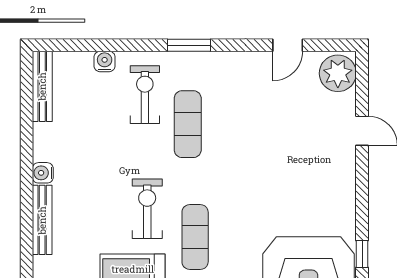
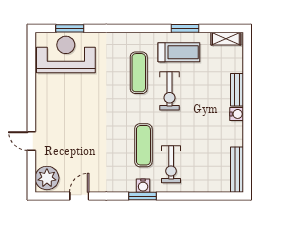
water cooler: (105, 61) -> (143, 186), moved
bench: (42, 220) -> (237, 90), width x0.73
window: (362, 254) -> (31, 62), removed

